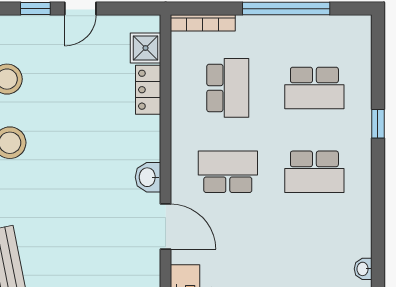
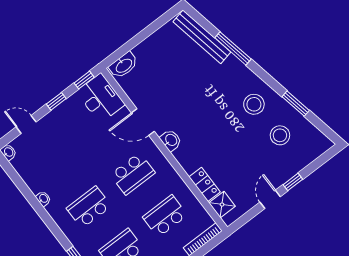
school desk: (228, 88) -> (165, 216), turned 90
washbasin: (363, 269) -> (43, 199), moved

